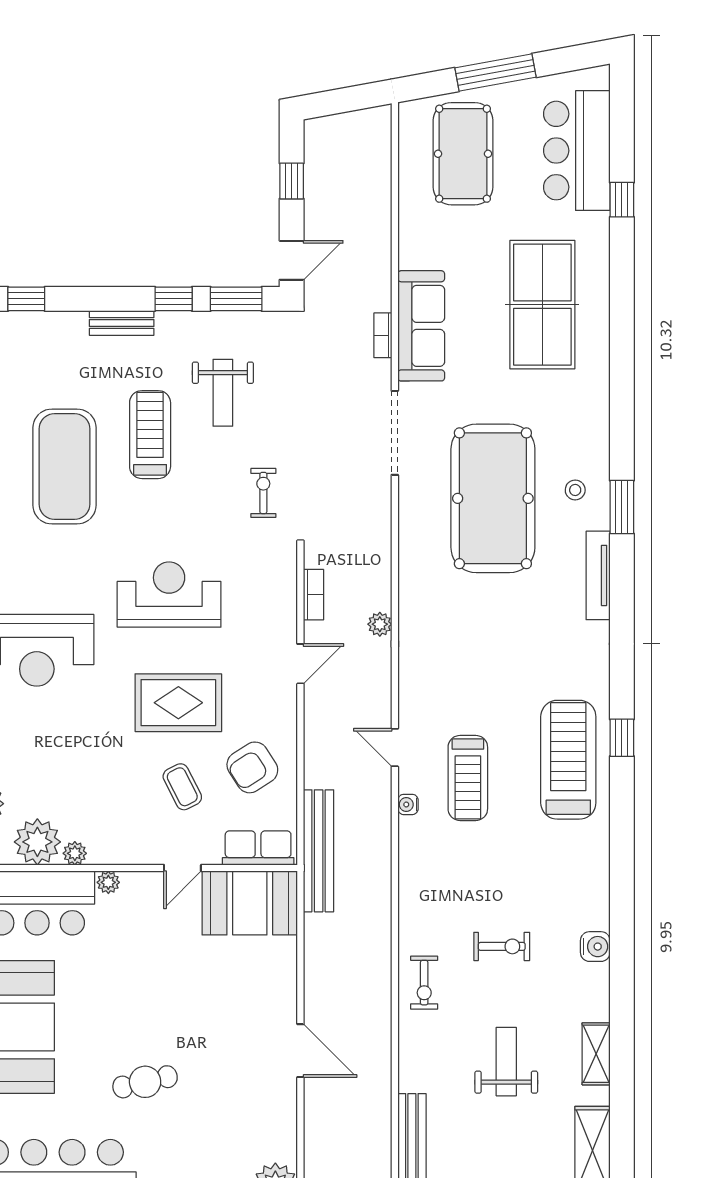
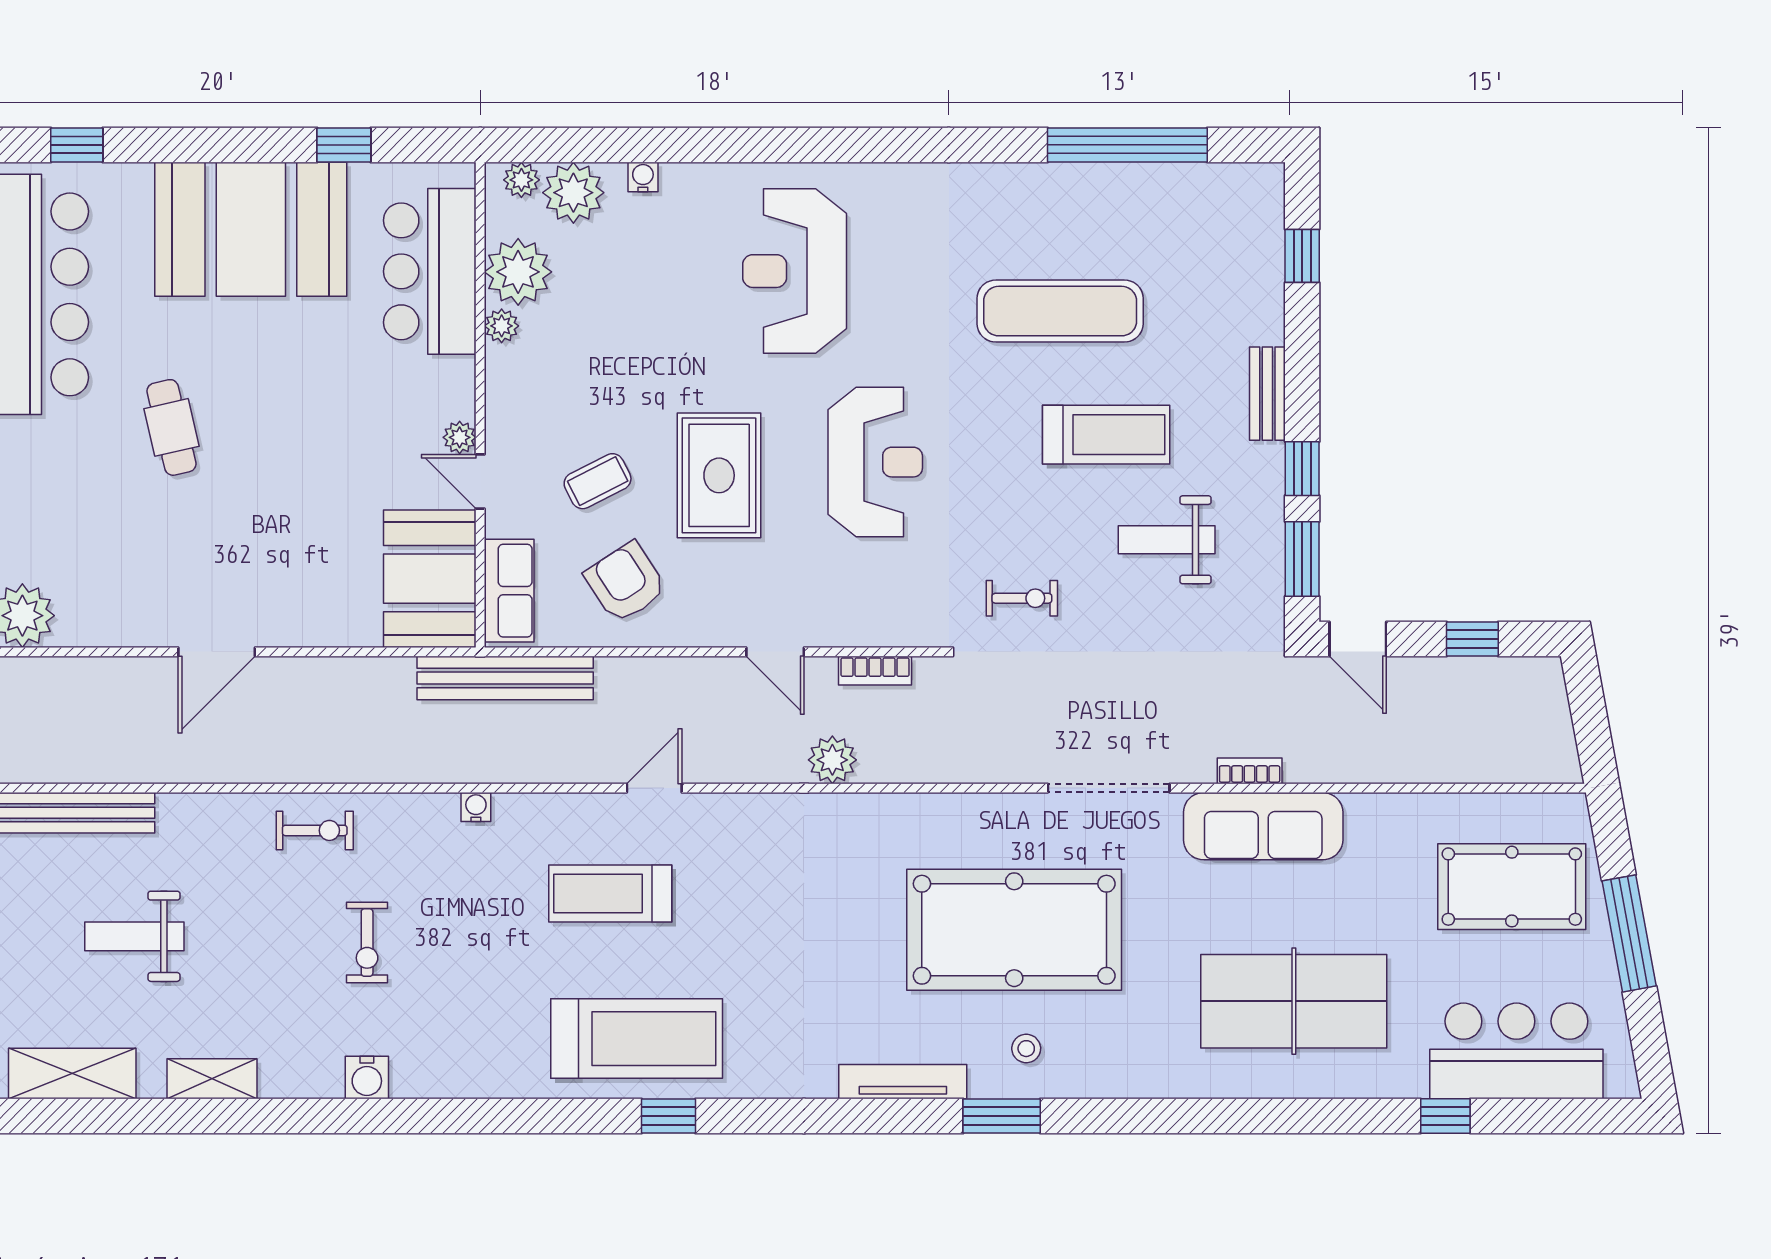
exercise mat: (64, 466) -> (1060, 311), width x0.68
plant: (380, 624) -> (832, 760), width x1.38, depth x1.38
water cooler: (408, 804) -> (476, 807), moved
plant: (108, 882) -> (460, 437), moved
exercise bike: (424, 983) -> (315, 830), turned 180
weight bench: (506, 1062) -> (134, 936), moved, turned 180

